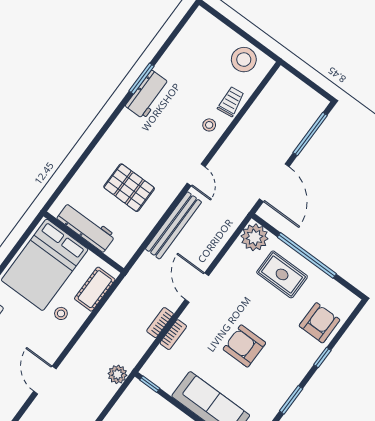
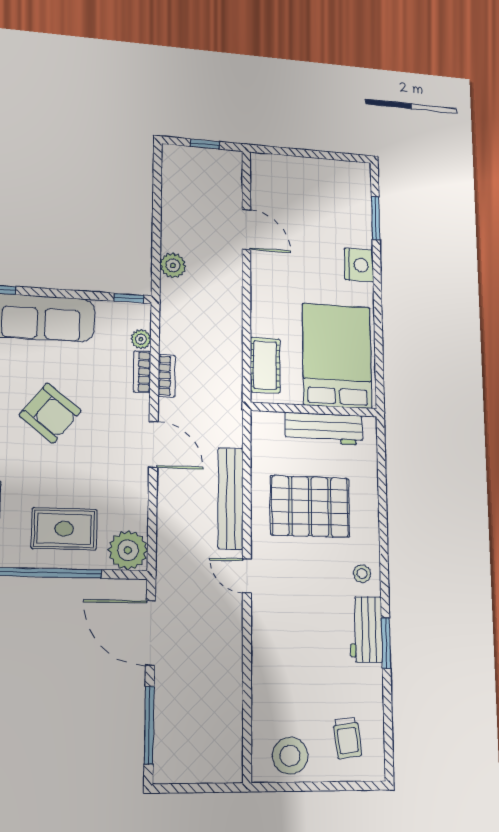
trolley: (231, 102) -> (347, 738), moved
stool: (209, 125) -> (362, 574), moved
pallet: (129, 188) -> (310, 507), width x1.37, depth x1.41
stool: (61, 313) -> (282, 314), removed
armchair: (244, 346) -> (50, 413), turned 38
plant: (160, 355) -> (141, 339), added
plant: (117, 374) -> (173, 265), moved

